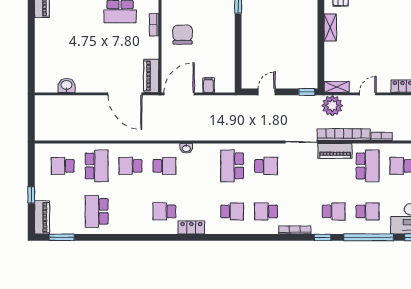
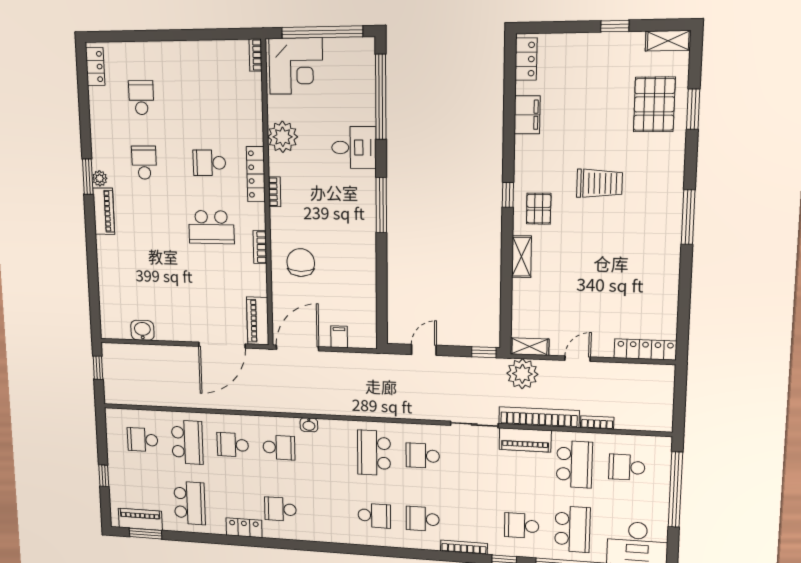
door: (125, 94) -> (222, 345), hinge flipped
window: (31, 114) -> (98, 368), added
school desk: (266, 166) -> (423, 456), turned 180
school desk: (97, 211) -> (190, 503), turned 180
school desk: (334, 211) -> (522, 526), turned 180
school desk: (368, 211) -> (572, 529), width x1.85
piano: (42, 217) -> (140, 519), moved, turned -90
locker: (191, 227) -> (244, 528), moved

